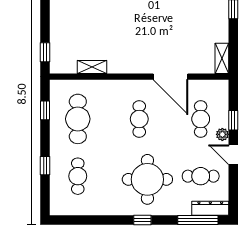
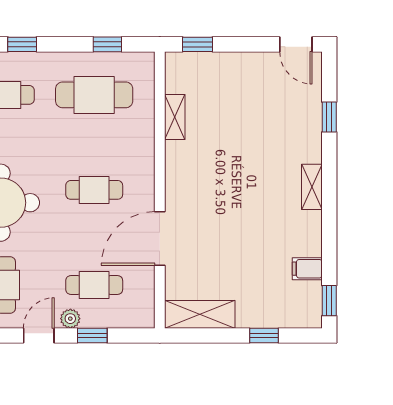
shelving: (222, 58) -> (200, 314), width x1.50, depth x1.33

